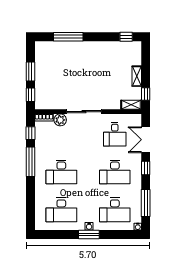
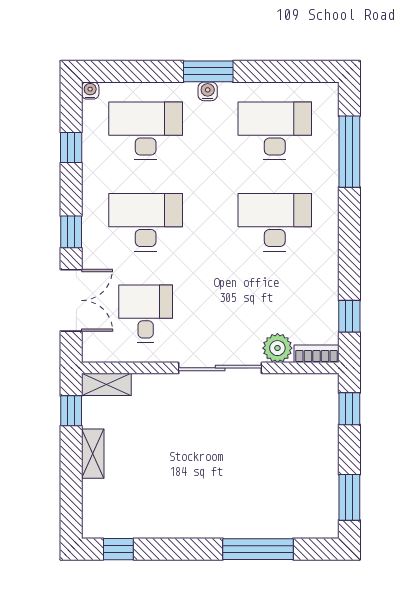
window: (30, 71) -> (349, 497), moved
window: (30, 162) -> (349, 152), moved
window: (146, 203) -> (71, 147), width x0.46

